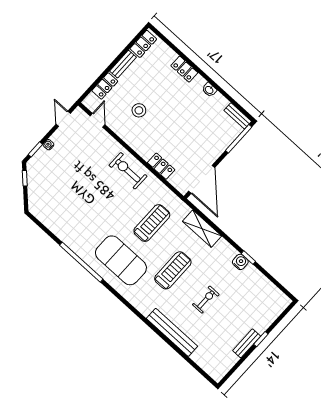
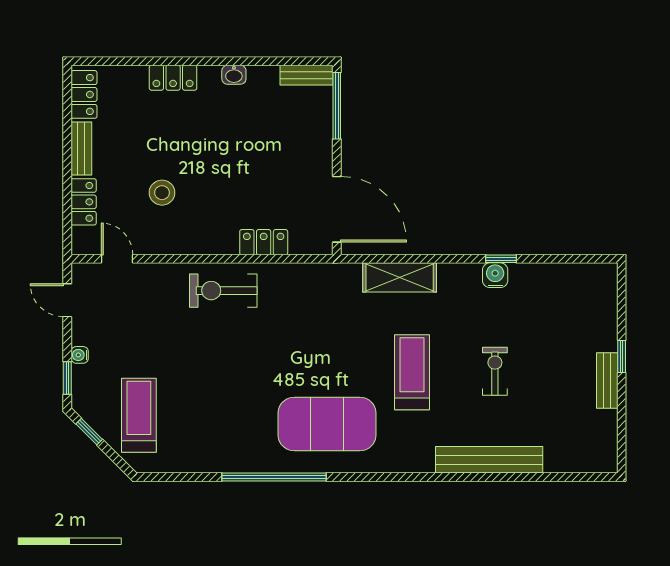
treadmill: (152, 223) -> (139, 415), moved

